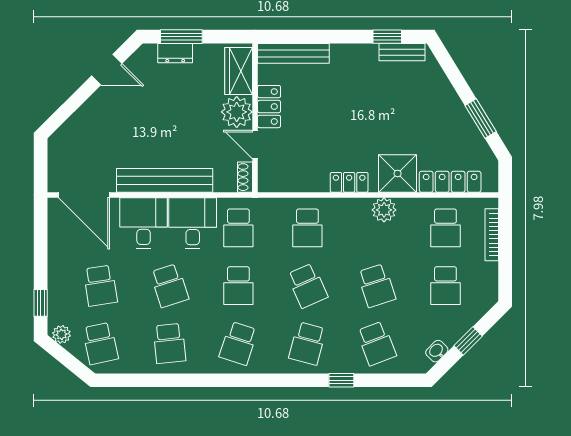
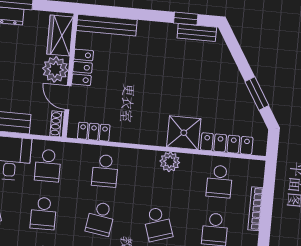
locker: (349, 182) -> (94, 132), moved
bookcase: (492, 235) -> (255, 209), moved
school desk: (307, 286) -> (101, 219), turned 33

